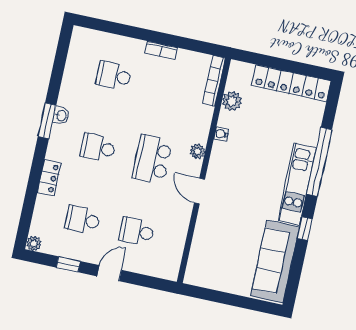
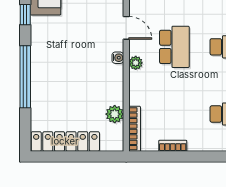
bookcase: (161, 50) -> (173, 146), moved
water cooler: (221, 134) -> (118, 58), moved
kitchen unit: (297, 184) -> (41, 53), removed

